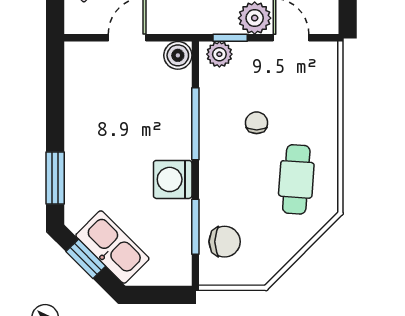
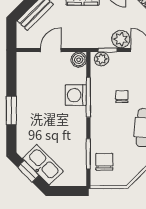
window: (55, 178) -> (11, 110), moved
washing machine: (173, 179) -> (76, 95), moved
chair: (225, 242) -> (104, 162), turned -90

